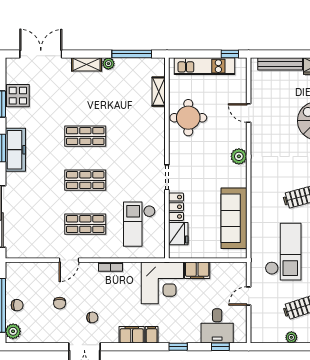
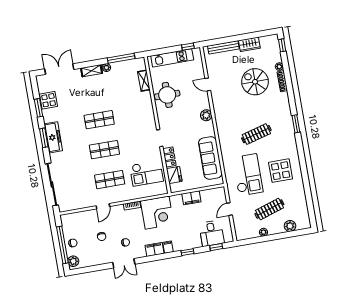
checkout: (139, 224) -> (146, 173), turned -90
corner desk: (162, 283) -> (157, 213), moved

